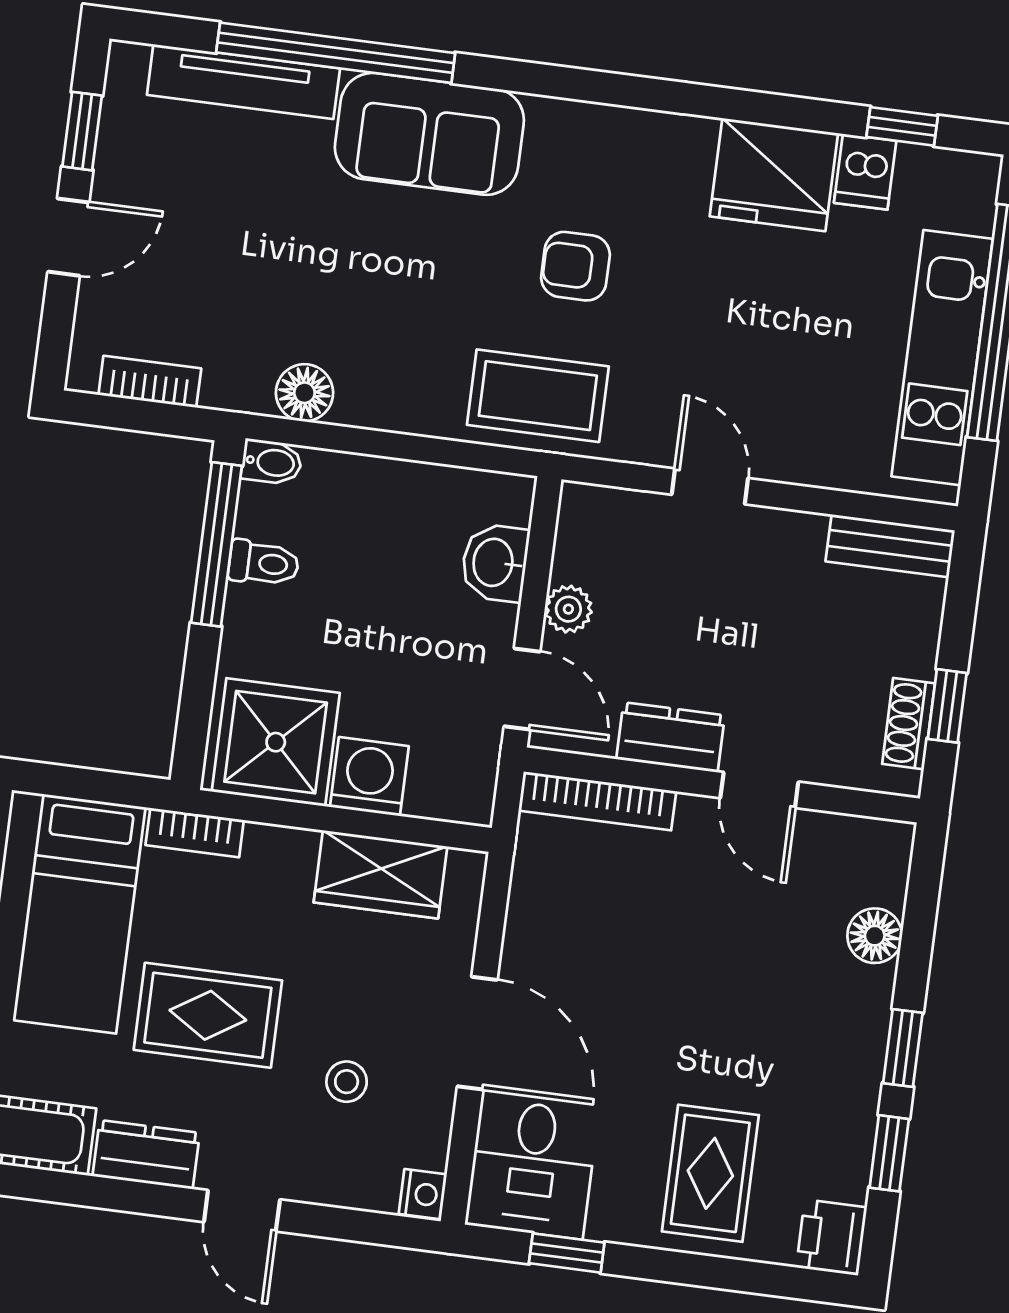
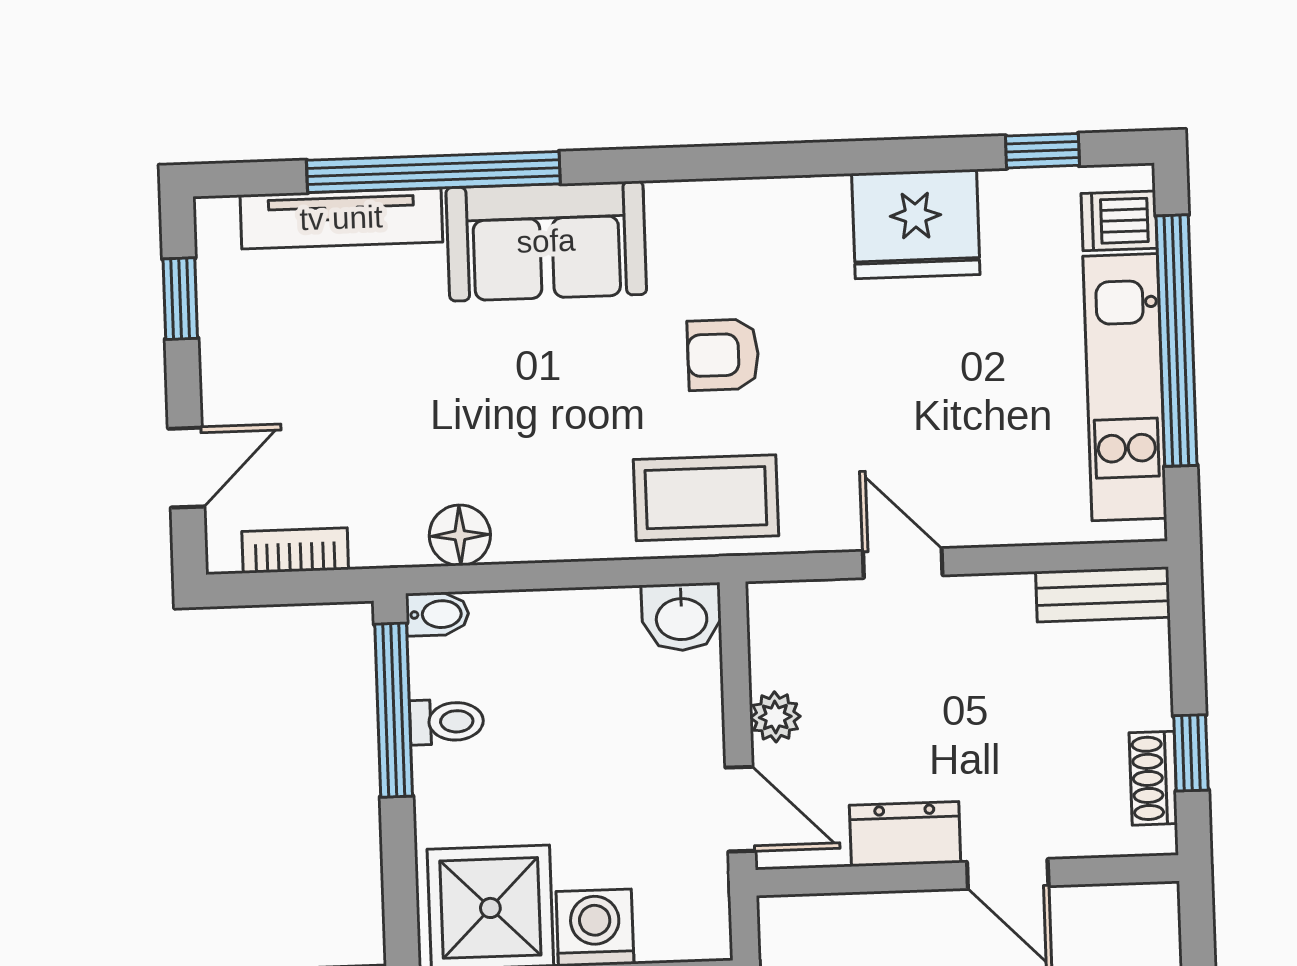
dishwasher: (865, 172) -> (1119, 221), moved, turned 90
door: (68, 237) -> (186, 468), moved
washbasin: (495, 563) -> (681, 617), moved, turned -90
bookcase: (597, 801) -> (839, 914), removed

